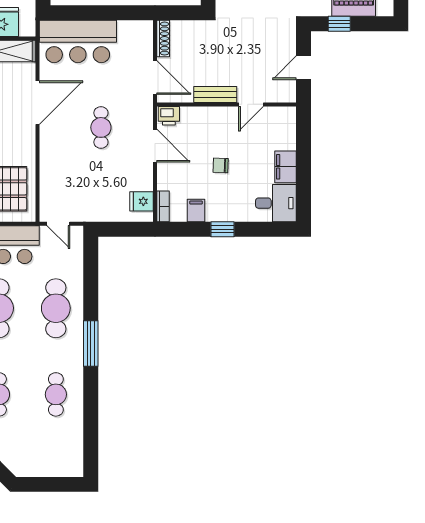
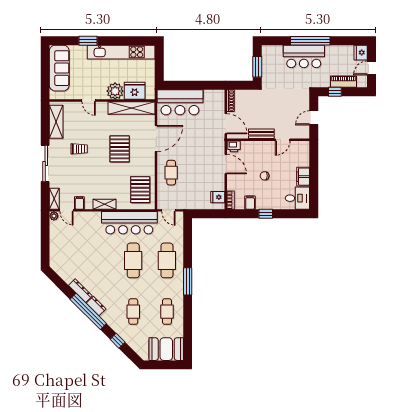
cafe table: (101, 127) -> (171, 173), moved
booth: (55, 458) -> (166, 349), added

